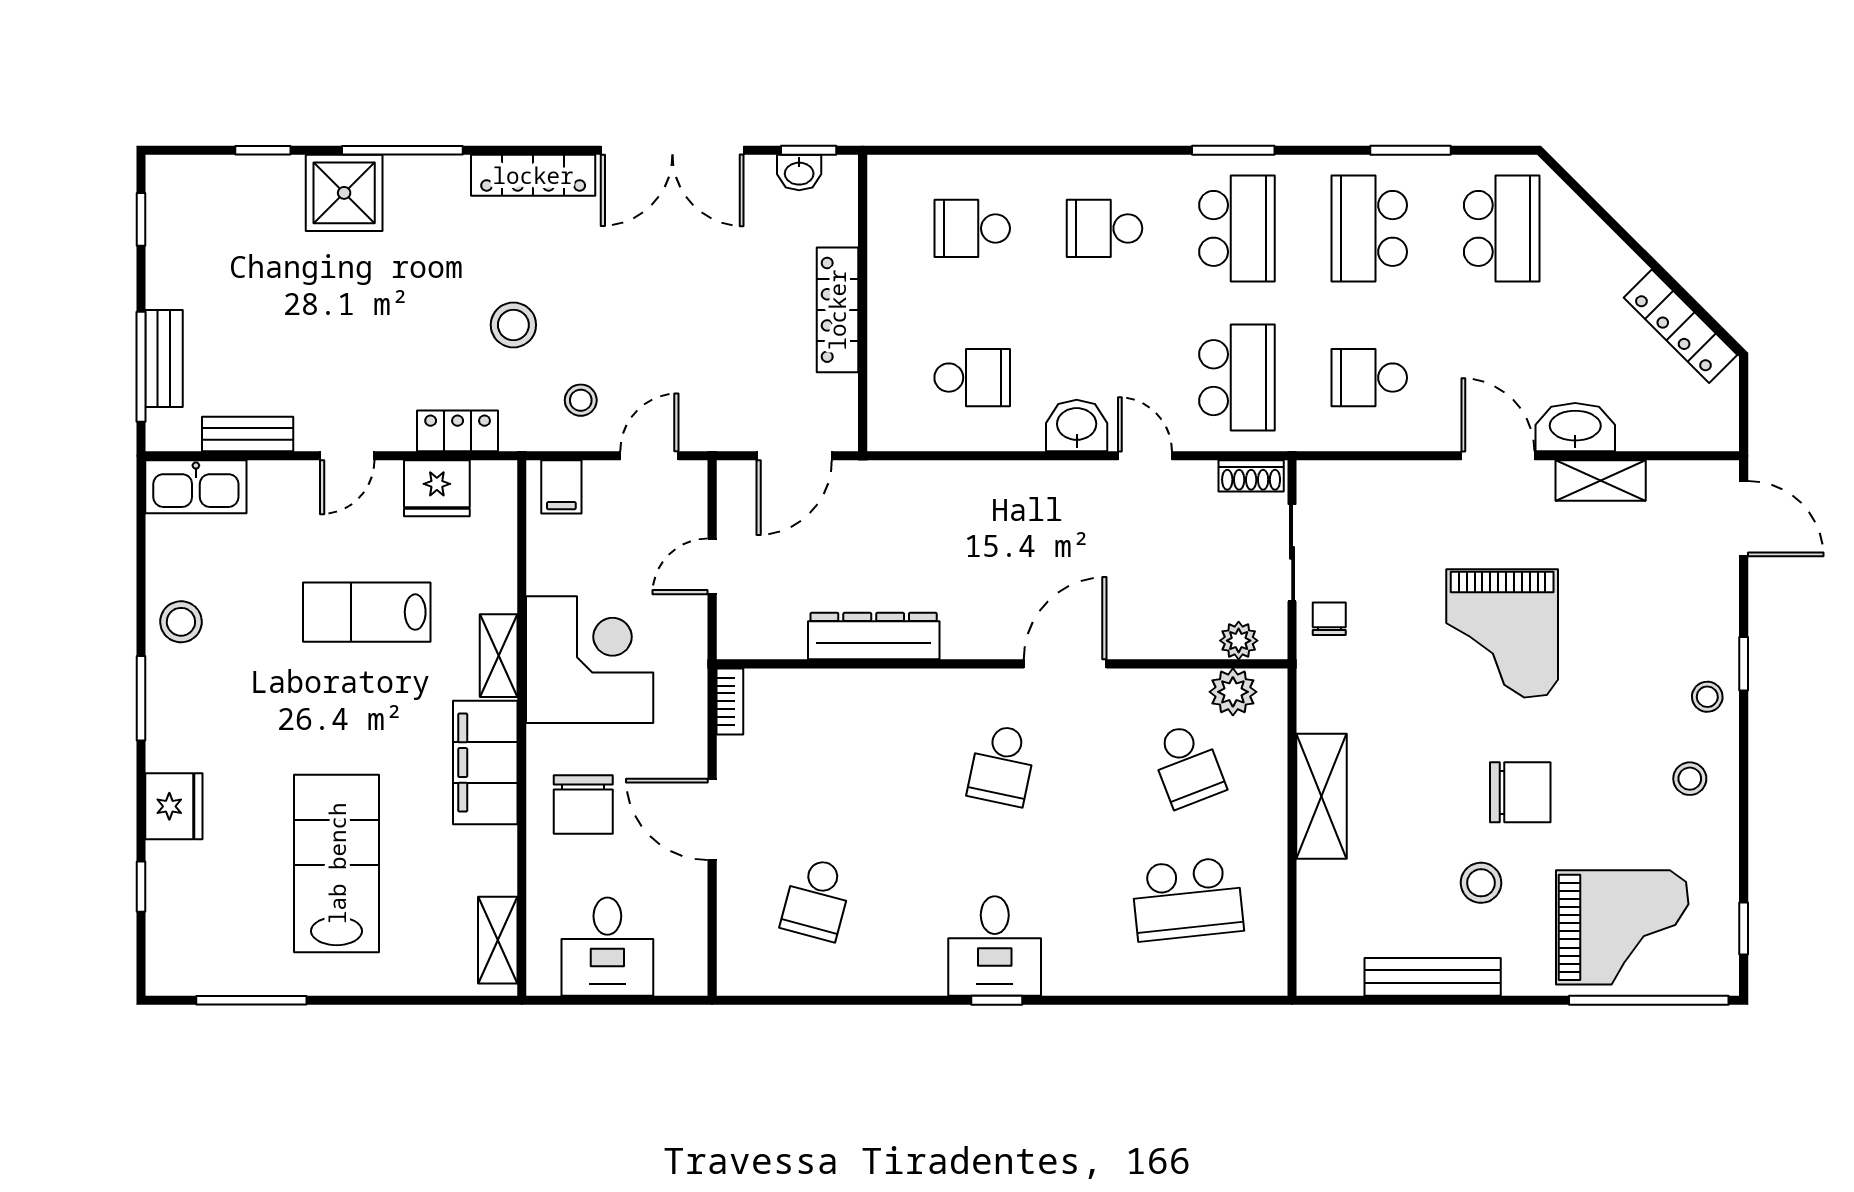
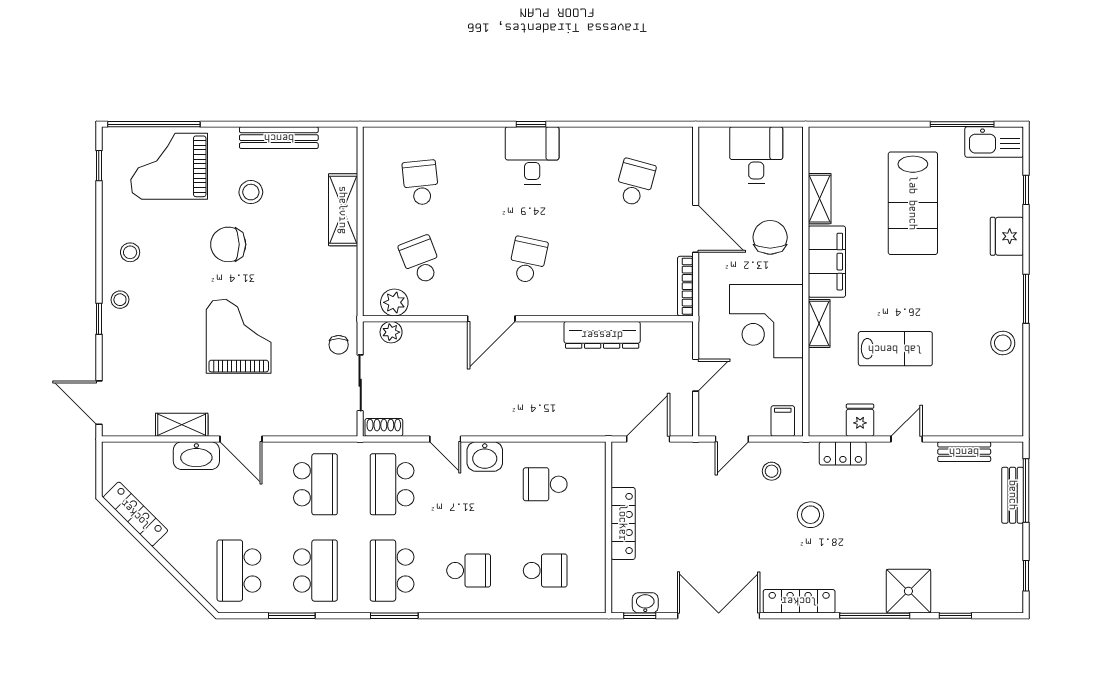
school desk: (1369, 378) -> (315, 484), width x1.85
kitchen sink: (196, 487) -> (994, 142), moved, turned 180
fridge: (437, 488) -> (860, 420), width x0.72
bookcase: (730, 701) -> (685, 286), width x1.56
shelving: (1321, 796) -> (343, 210), moved
school desk: (1187, 899) -> (421, 183), width x0.54
shelving: (498, 940) -> (820, 199), moved

